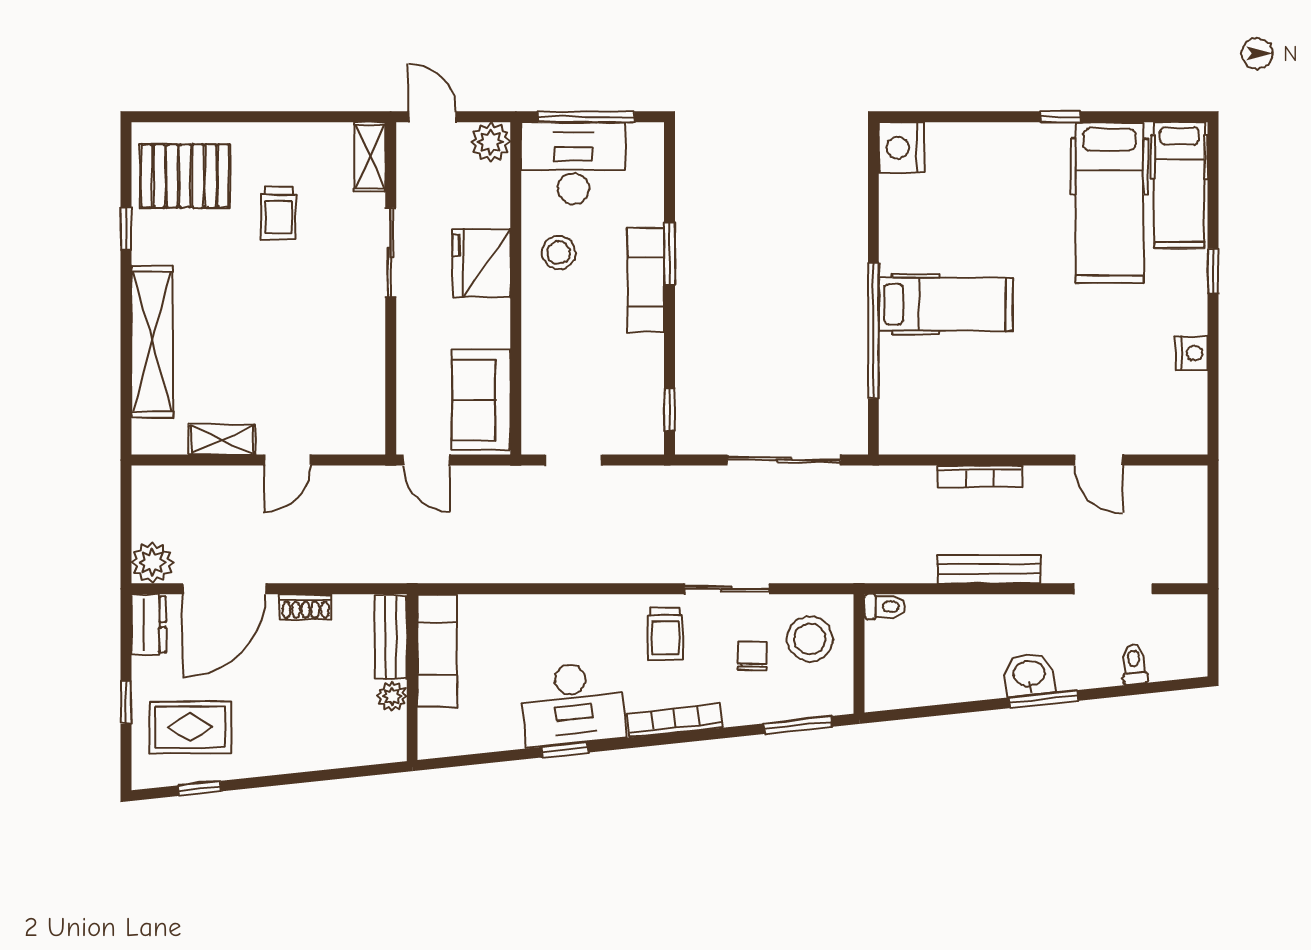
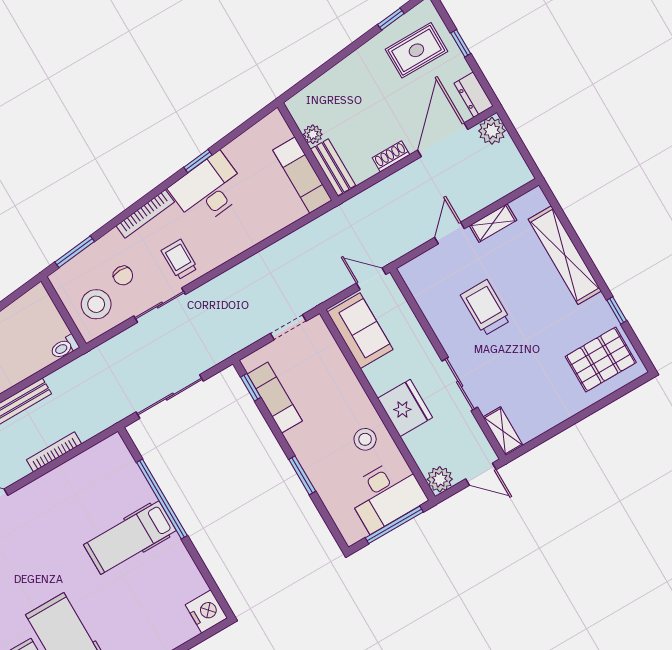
trolley: (279, 213) -> (486, 308), moved, width x1.36, depth x1.39
exam couch: (646, 280) -> (275, 398), moved

